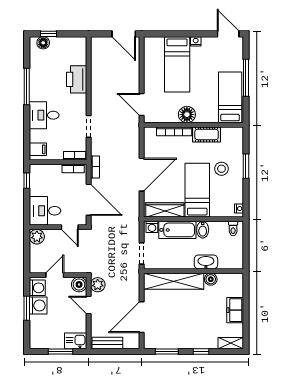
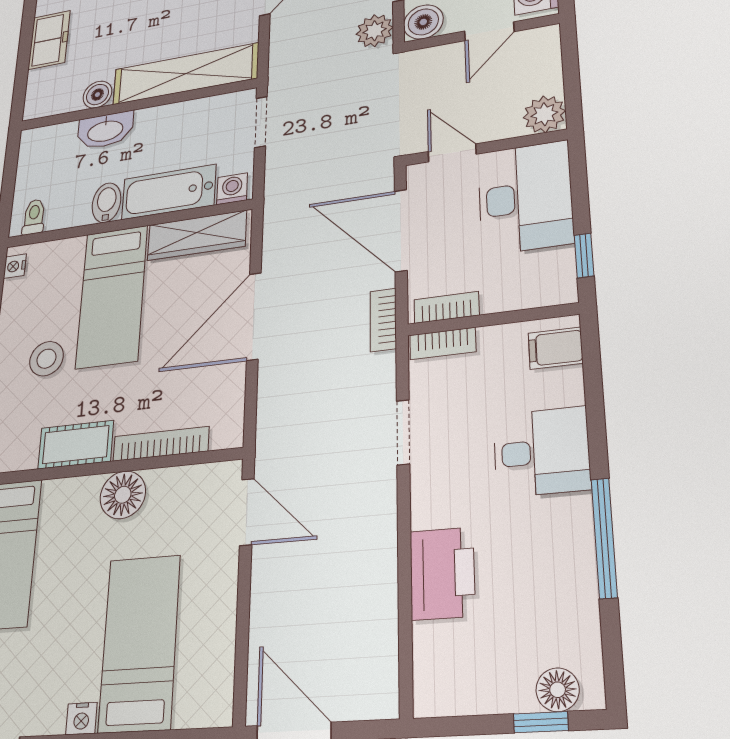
desk: (45, 211) -> (525, 197), width x1.37

